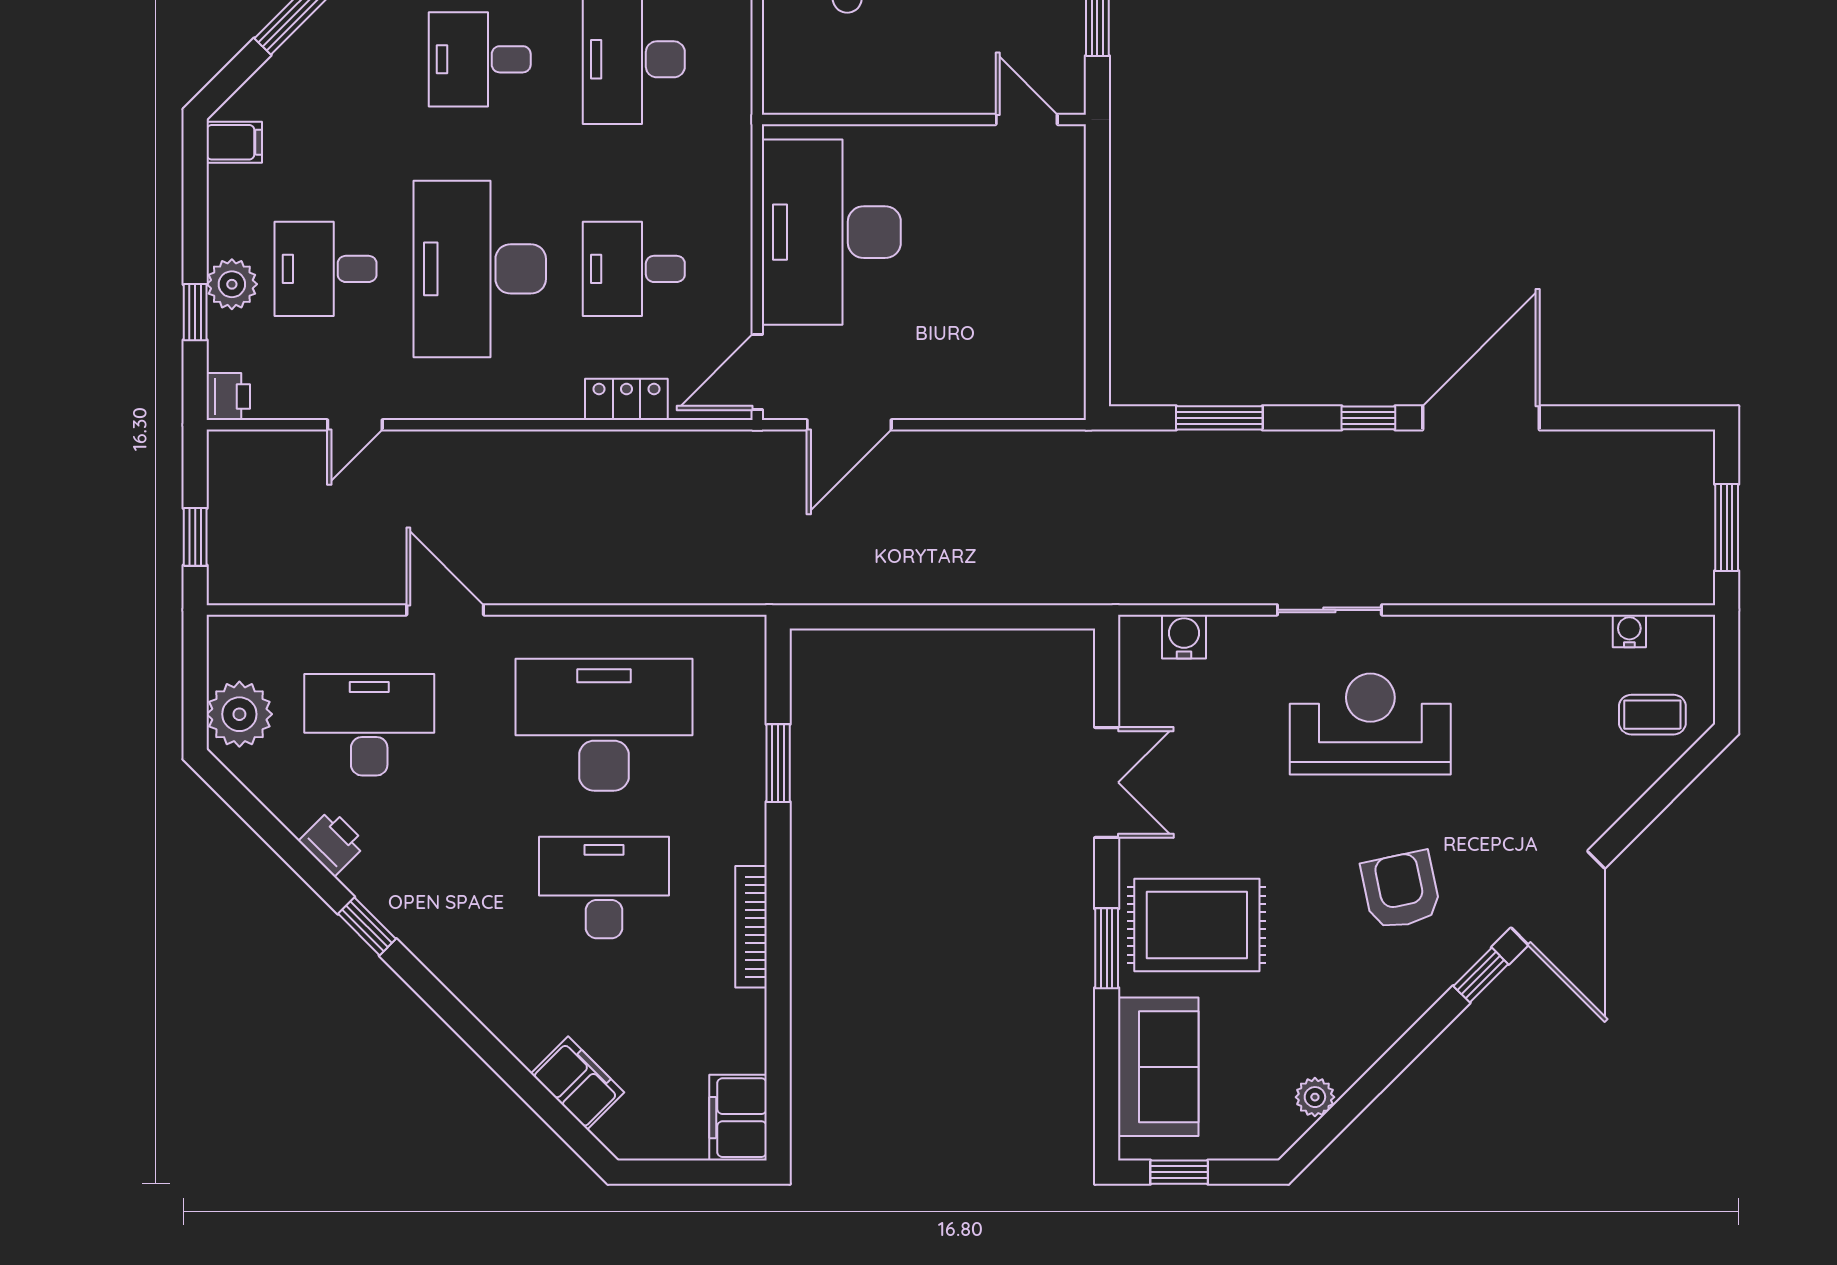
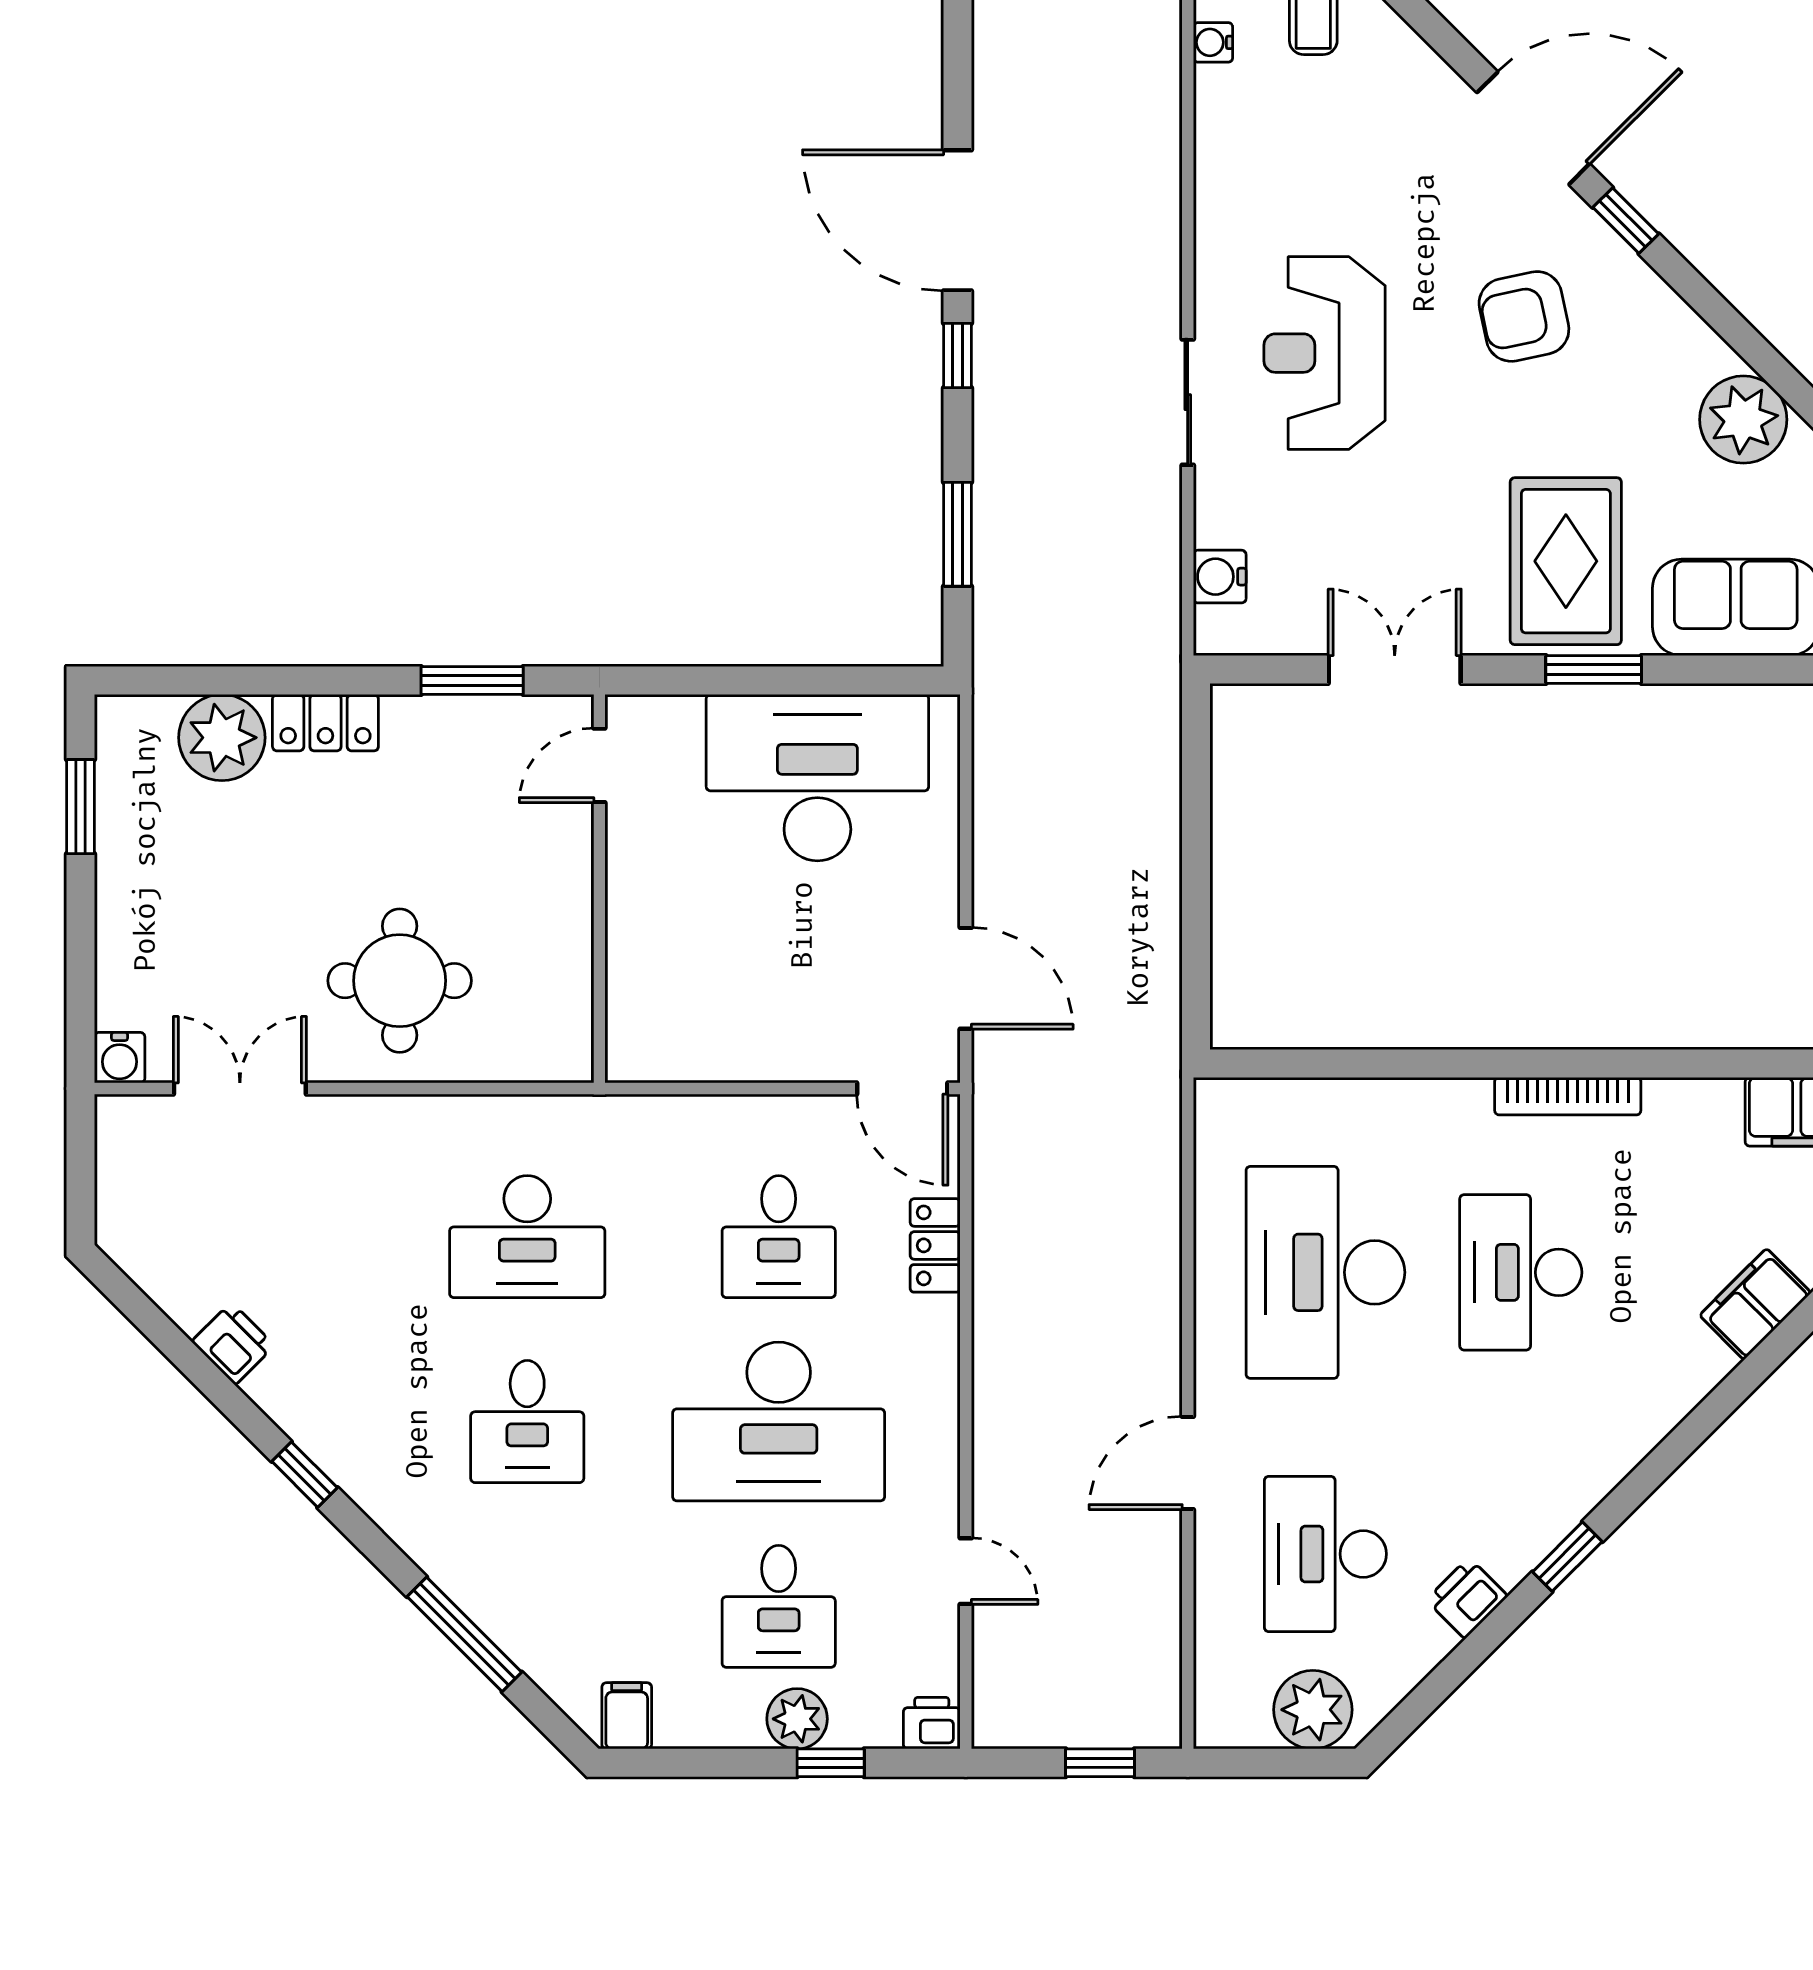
desk: (831, 232) -> (817, 778), moved, turned 180
window: (778, 763) -> (1371, 1063), removed
plant: (1315, 1097) -> (1743, 420), width x1.88, depth x1.88

